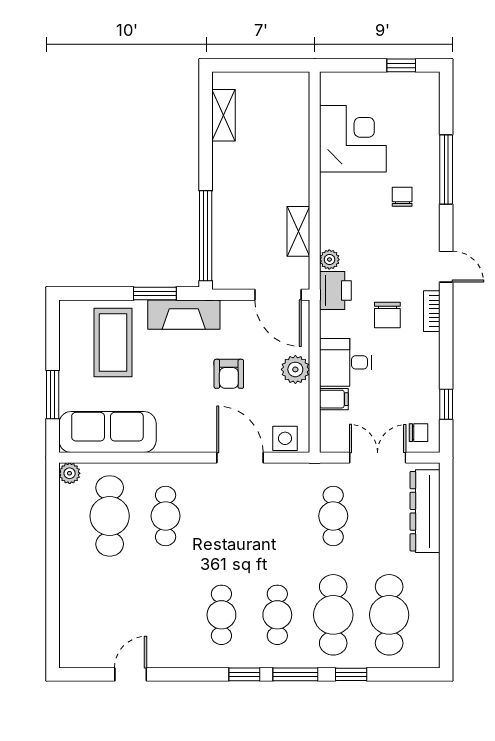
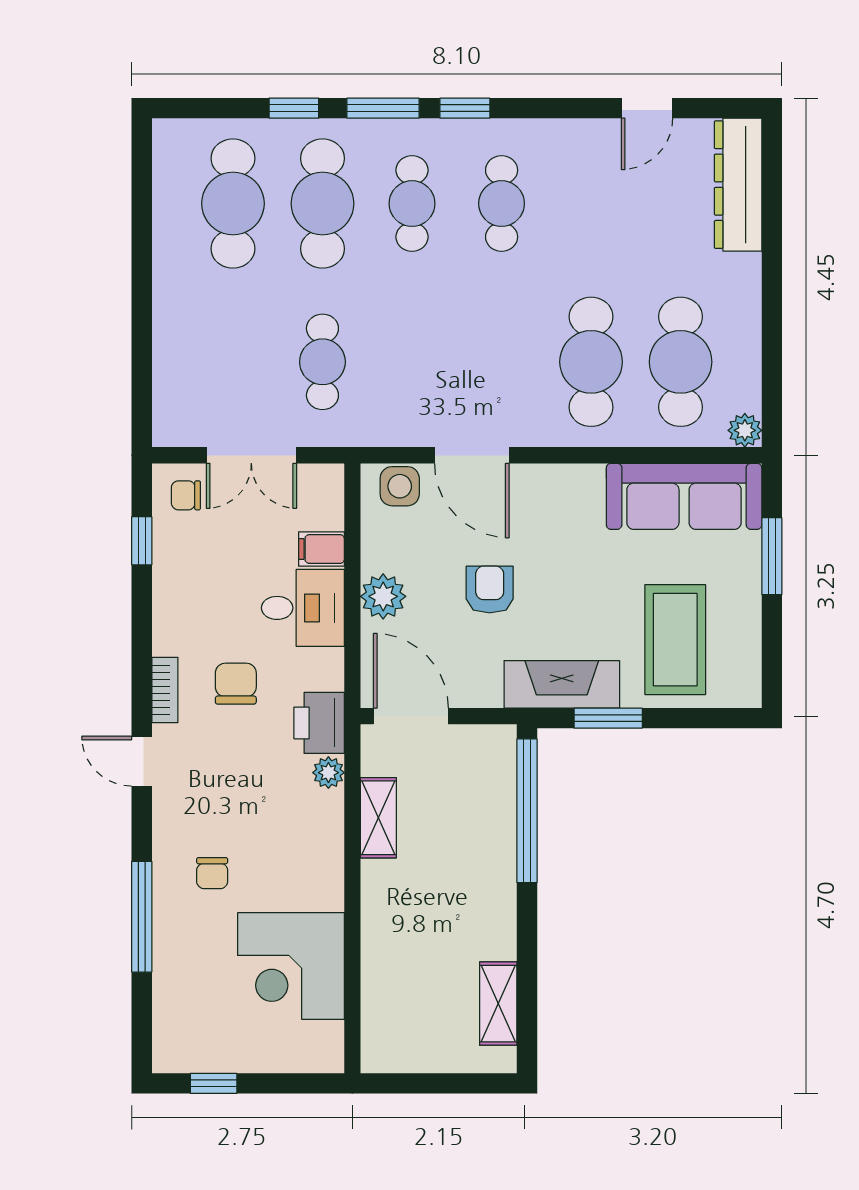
dresser: (425, 511) -> (738, 185), moved, turned 180
cafe table: (166, 516) -> (591, 362), width x1.37, depth x1.35

